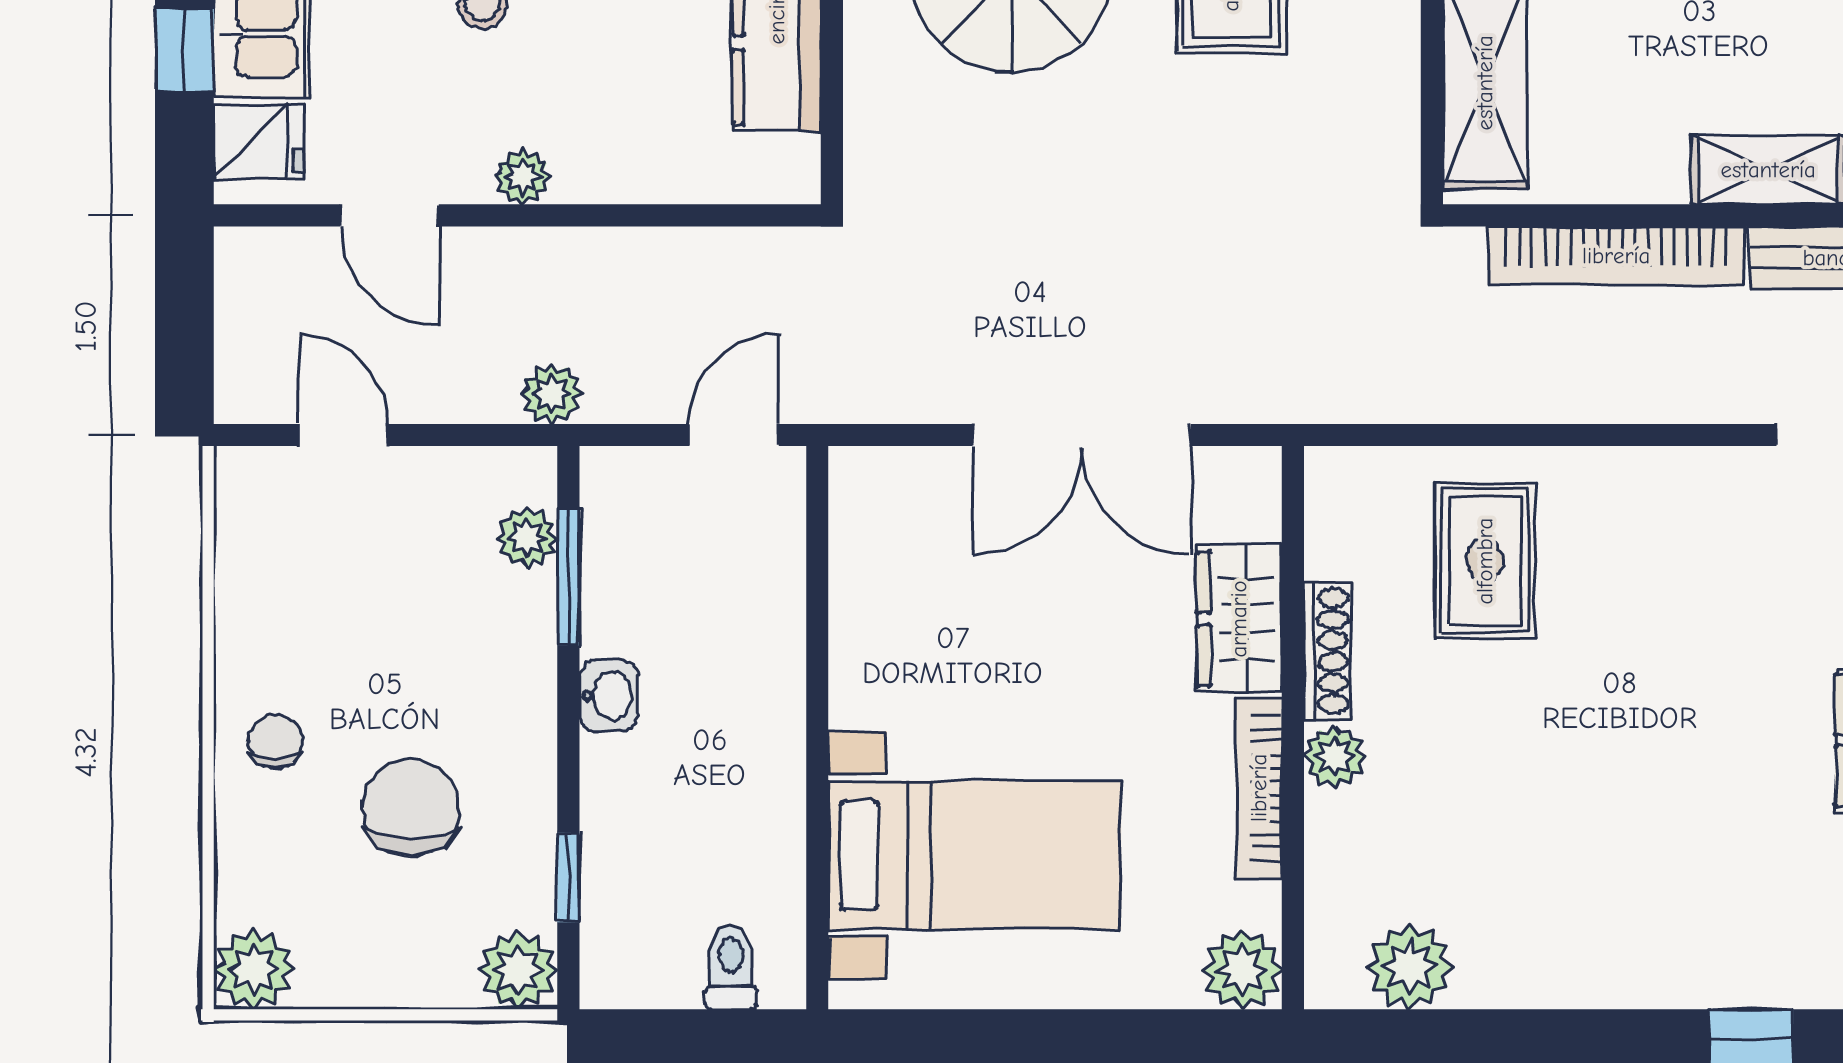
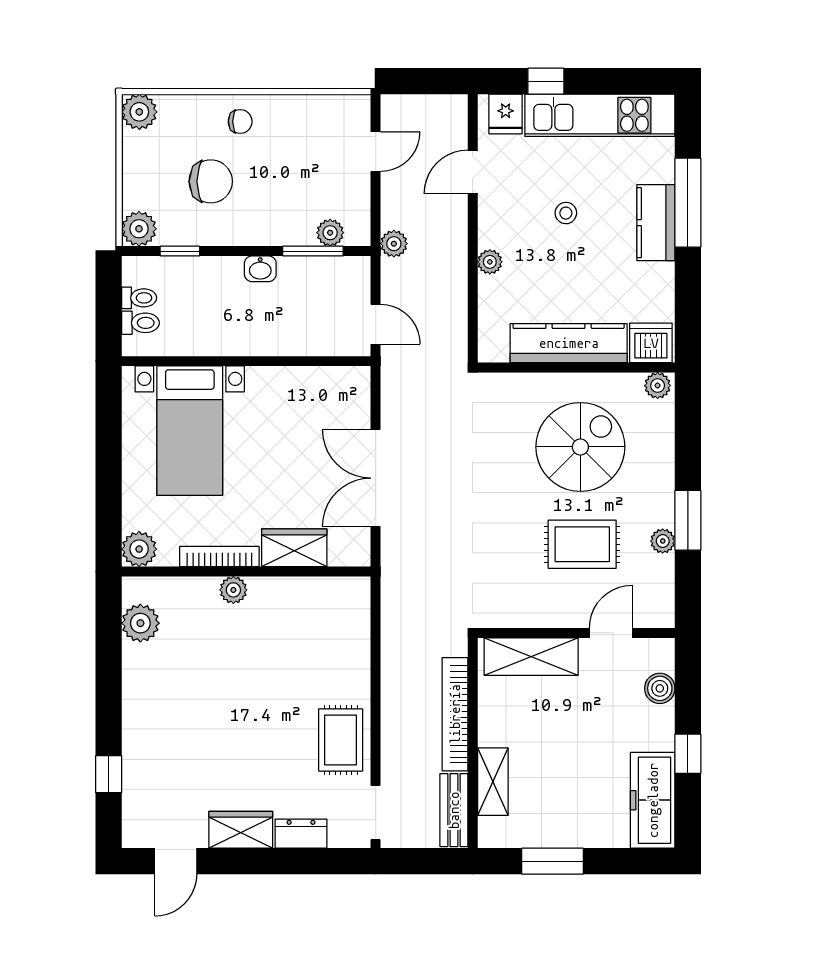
plant: (523, 177) -> (490, 262), moved
rug: (1485, 561) -> (341, 740), moved, turned 90
shoe rack: (1327, 651) -> (280, 587), removed
toilet: (674, 970) -> (139, 298), added

